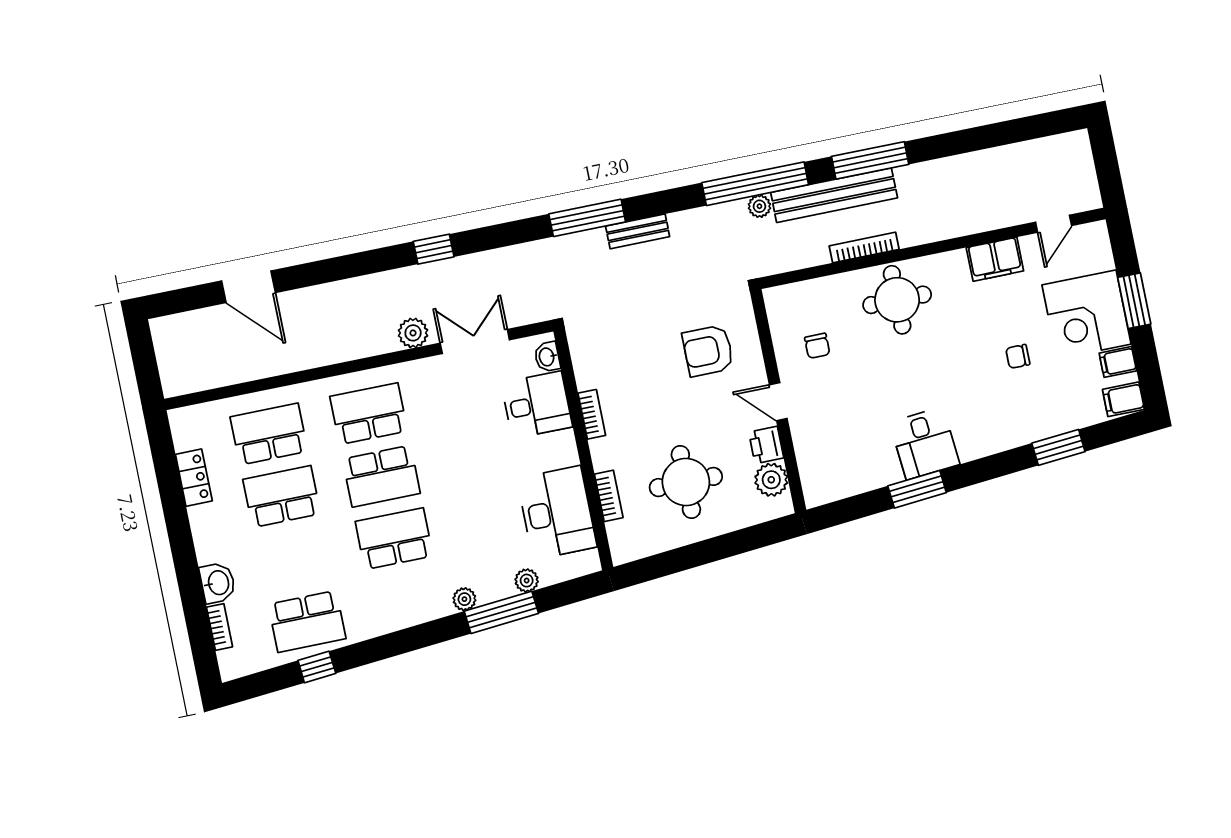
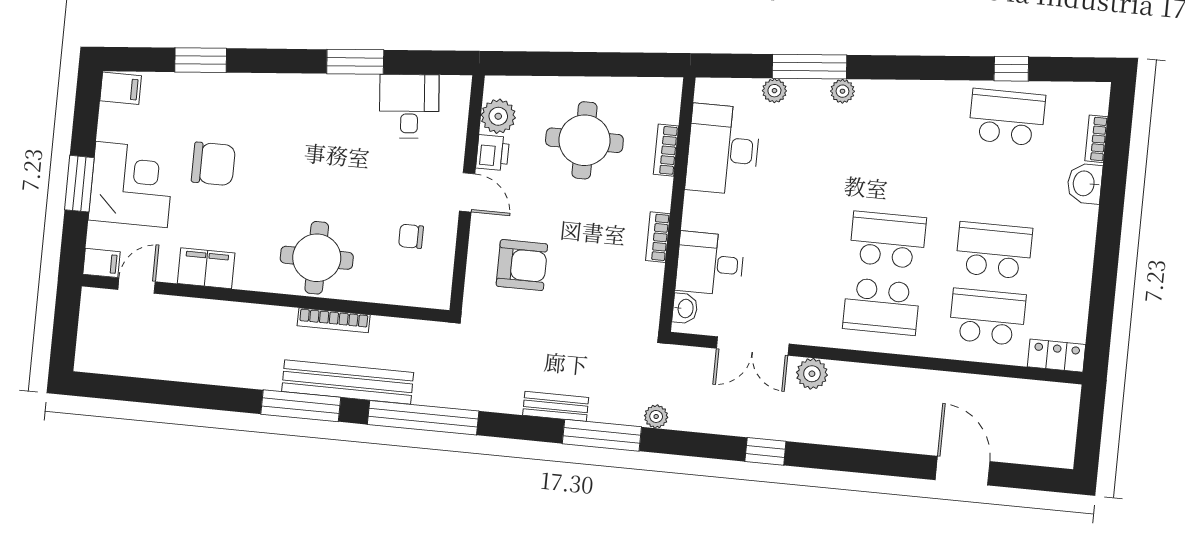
plant: (759, 206) -> (656, 416), moved
chair: (817, 346) -> (411, 236), turned -90
chair: (1018, 356) -> (213, 164), width x1.87, depth x1.87
filing cabinet: (1118, 362) -> (101, 263), moved
school desk: (269, 434) -> (987, 317), turned 180
desk: (925, 443) -> (409, 106), moved
locker: (194, 478) -> (1057, 356), moved, turned 90
school desk: (282, 497) -> (994, 250), turned 180
school desk: (394, 539) -> (894, 173), removed

